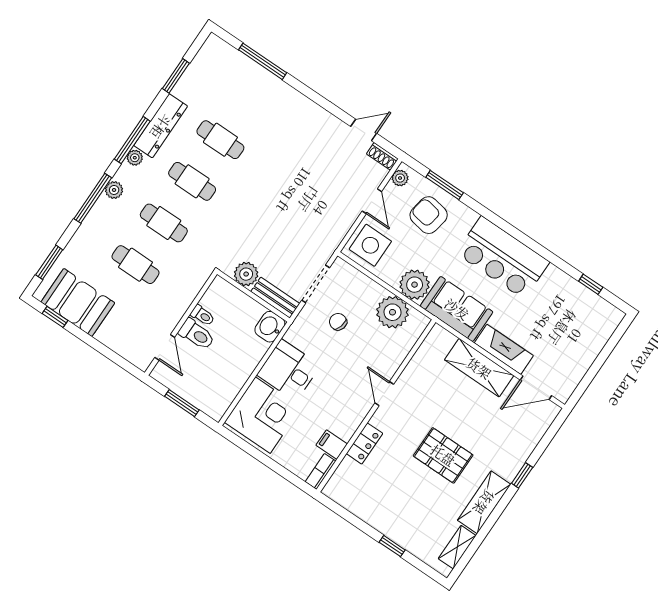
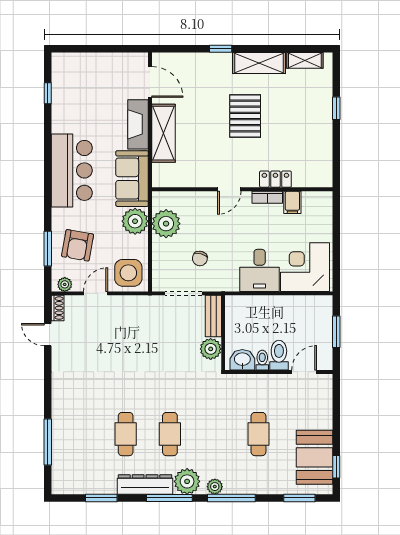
plant: (135, 158) -> (187, 481), width x1.87, depth x1.87
cafe table: (164, 223) -> (214, 434), removed
washbasin: (270, 327) -> (242, 360), moved, turned 180
bookcase: (321, 471) -> (267, 197), moved

